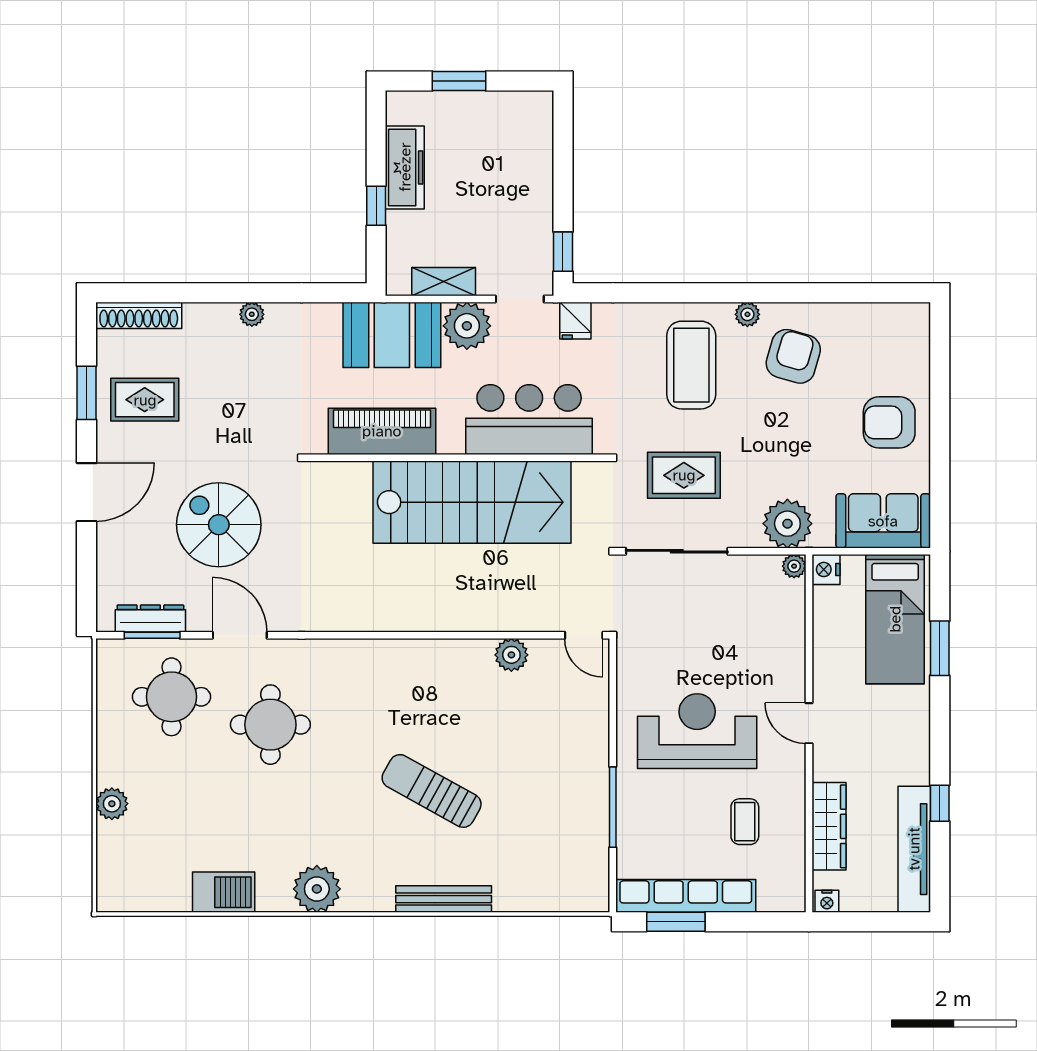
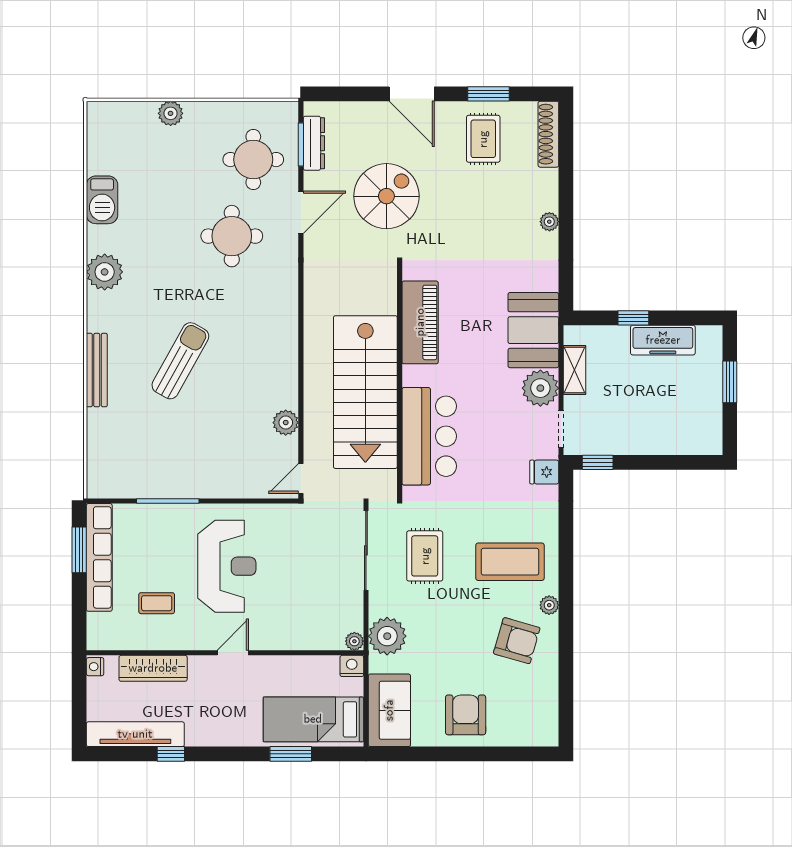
bar counter: (529, 420) -> (429, 436), moved
piano: (382, 431) -> (420, 322), moved
wall: (457, 458) -> (400, 381), moved
stairs: (472, 502) -> (365, 392), moved

